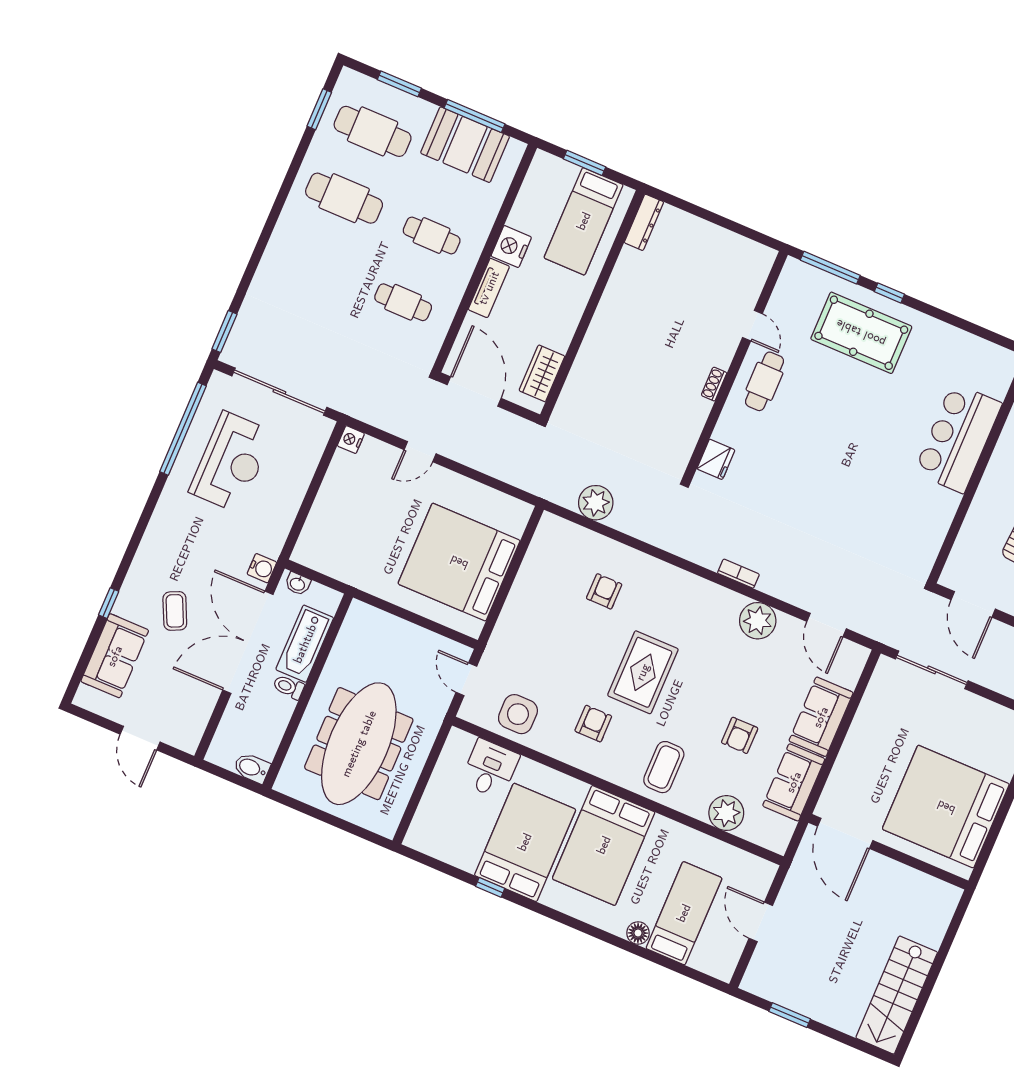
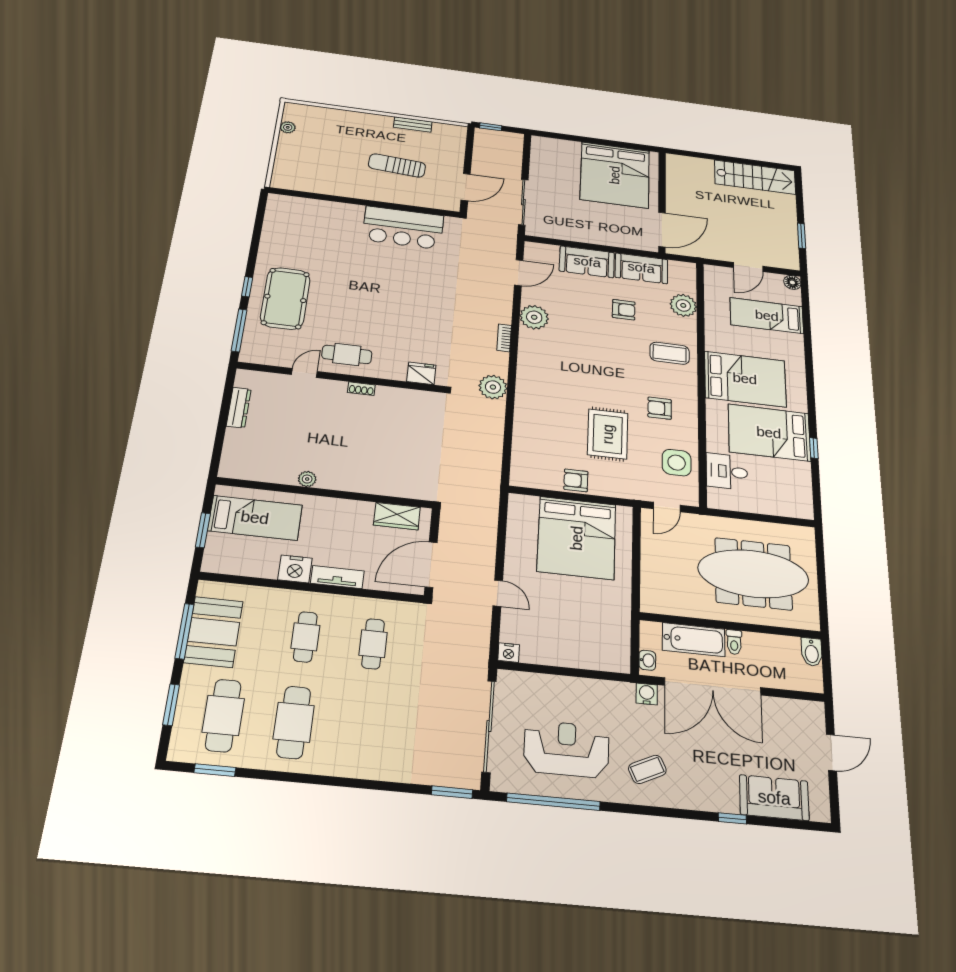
dresser: (644, 222) -> (239, 408), moved, turned 90
plant: (615, 290) -> (307, 479), added
bar counter: (958, 438) -> (403, 228), moved
plant: (596, 503) -> (493, 387), moved
armchair: (604, 591) -> (576, 480), moved
coffee table: (175, 611) -> (647, 769), moved
rug: (643, 672) -> (608, 434), moved, turned 90
floor lamp: (638, 933) -> (792, 282), moved

